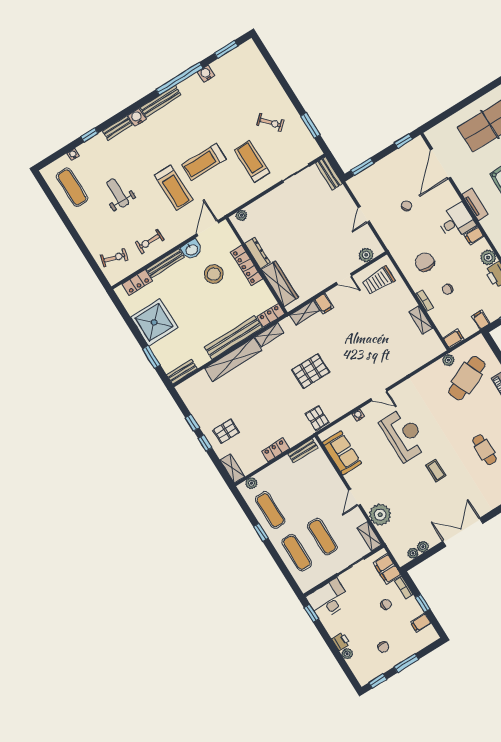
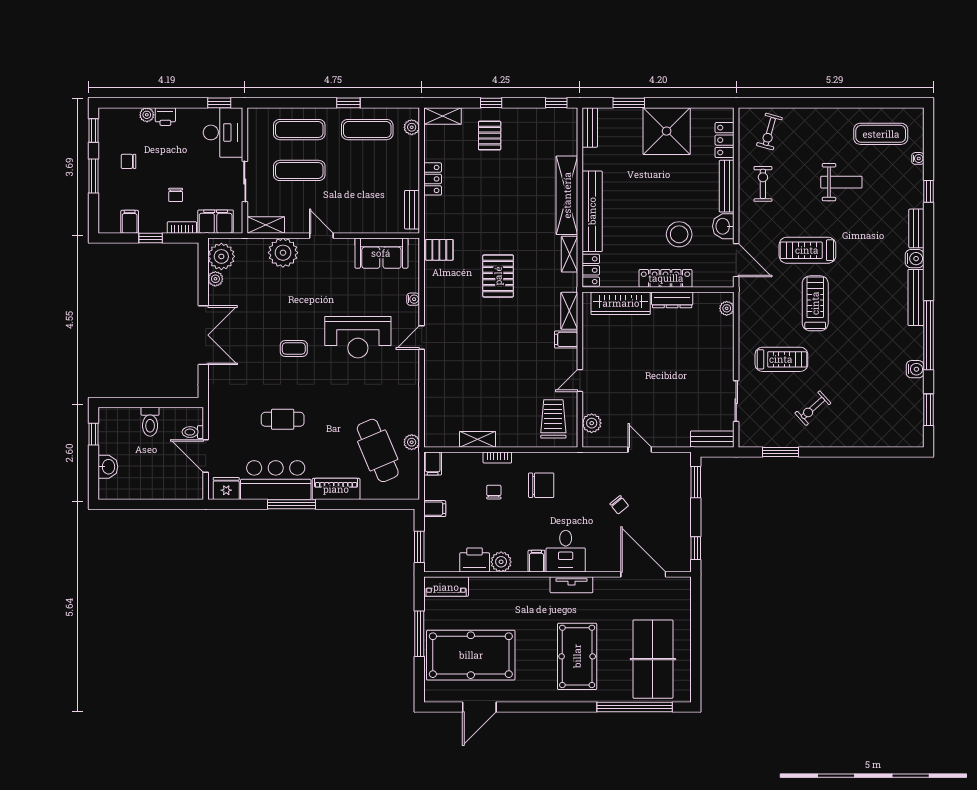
window: (192, 423) -> (556, 103), moved
plant: (413, 553) -> (221, 256), width x1.87, depth x1.87

